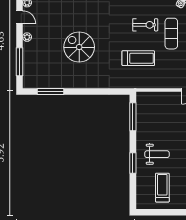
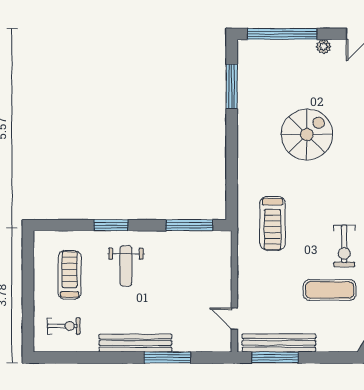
treadmill: (138, 58) -> (272, 223), moved
window: (20, 62) -> (282, 34), width x1.46
treadmill: (162, 188) -> (70, 275), turned -90

